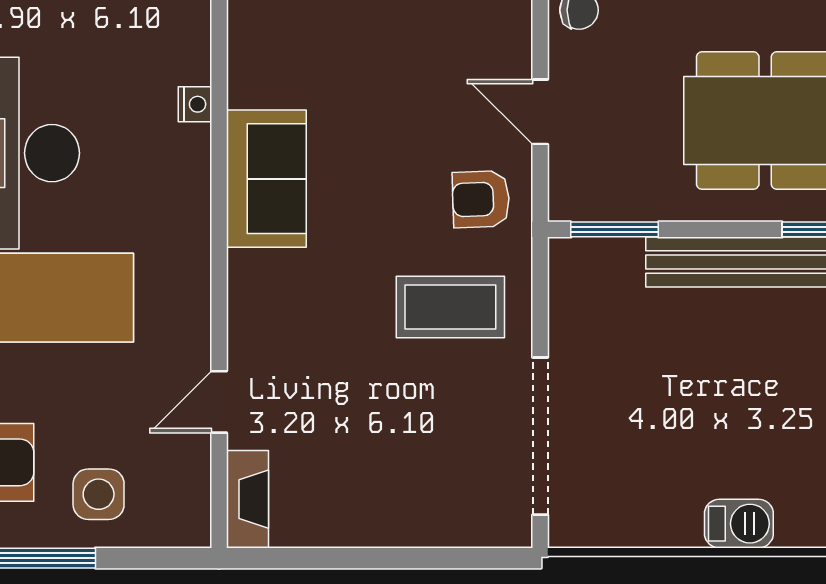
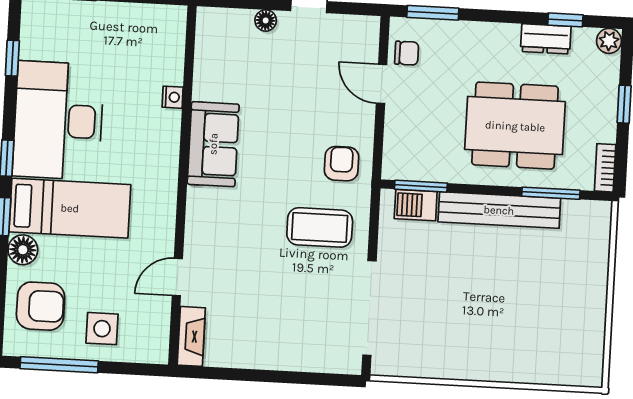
door: (540, 112) -> (382, 84), moved
armchair: (481, 199) -> (342, 164), turned 92
barbecue: (739, 524) -> (416, 205), moved, turned 180

